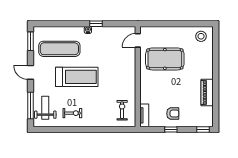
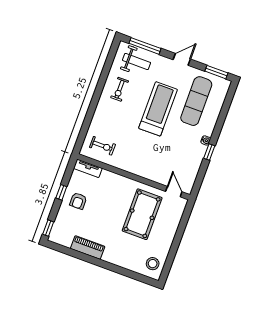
treadmill: (77, 77) -> (158, 109), turned 180

